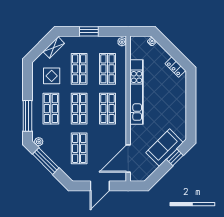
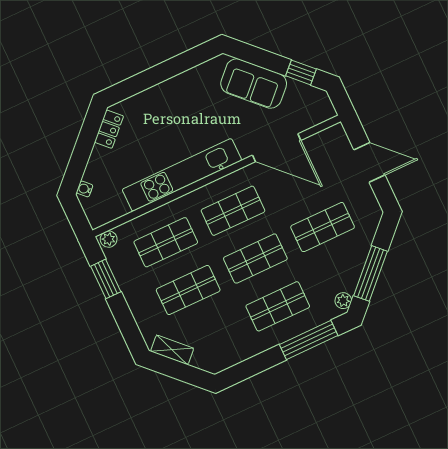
window: (89, 31) -> (106, 279), moved
display table: (52, 76) -> (222, 331), removed
window: (175, 157) -> (301, 72), moved
door: (128, 158) -> (277, 148), moved

